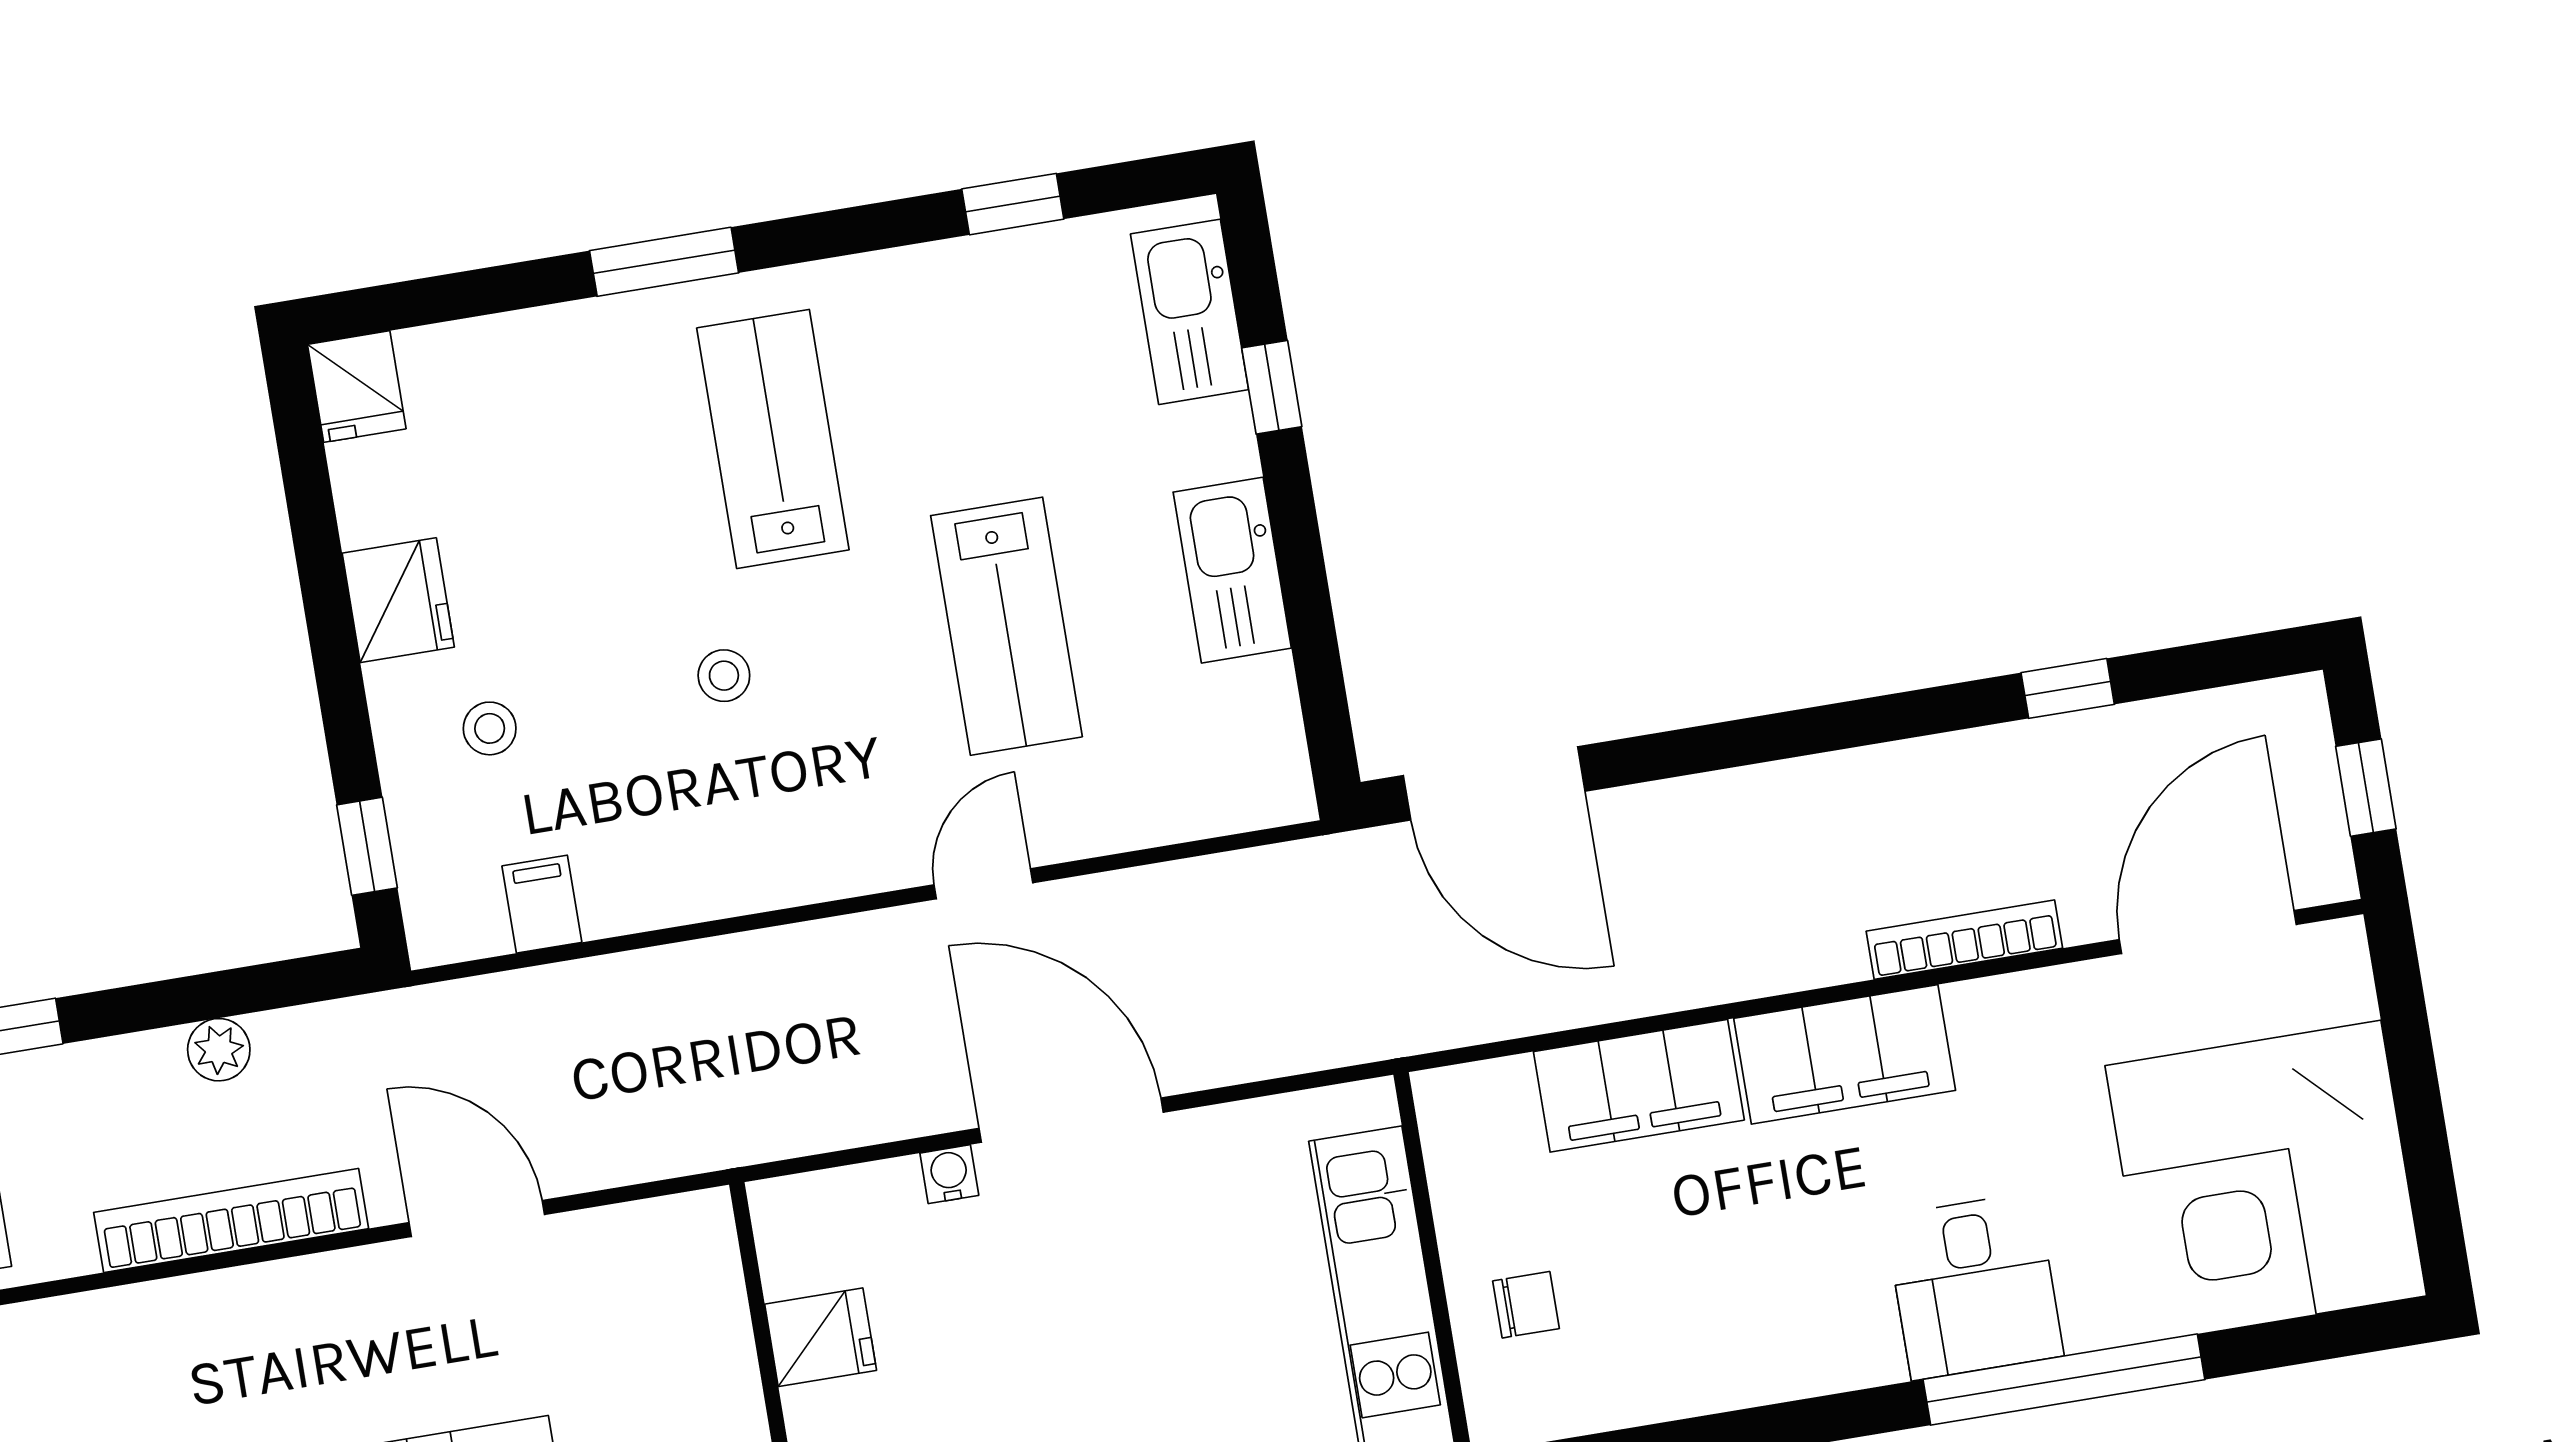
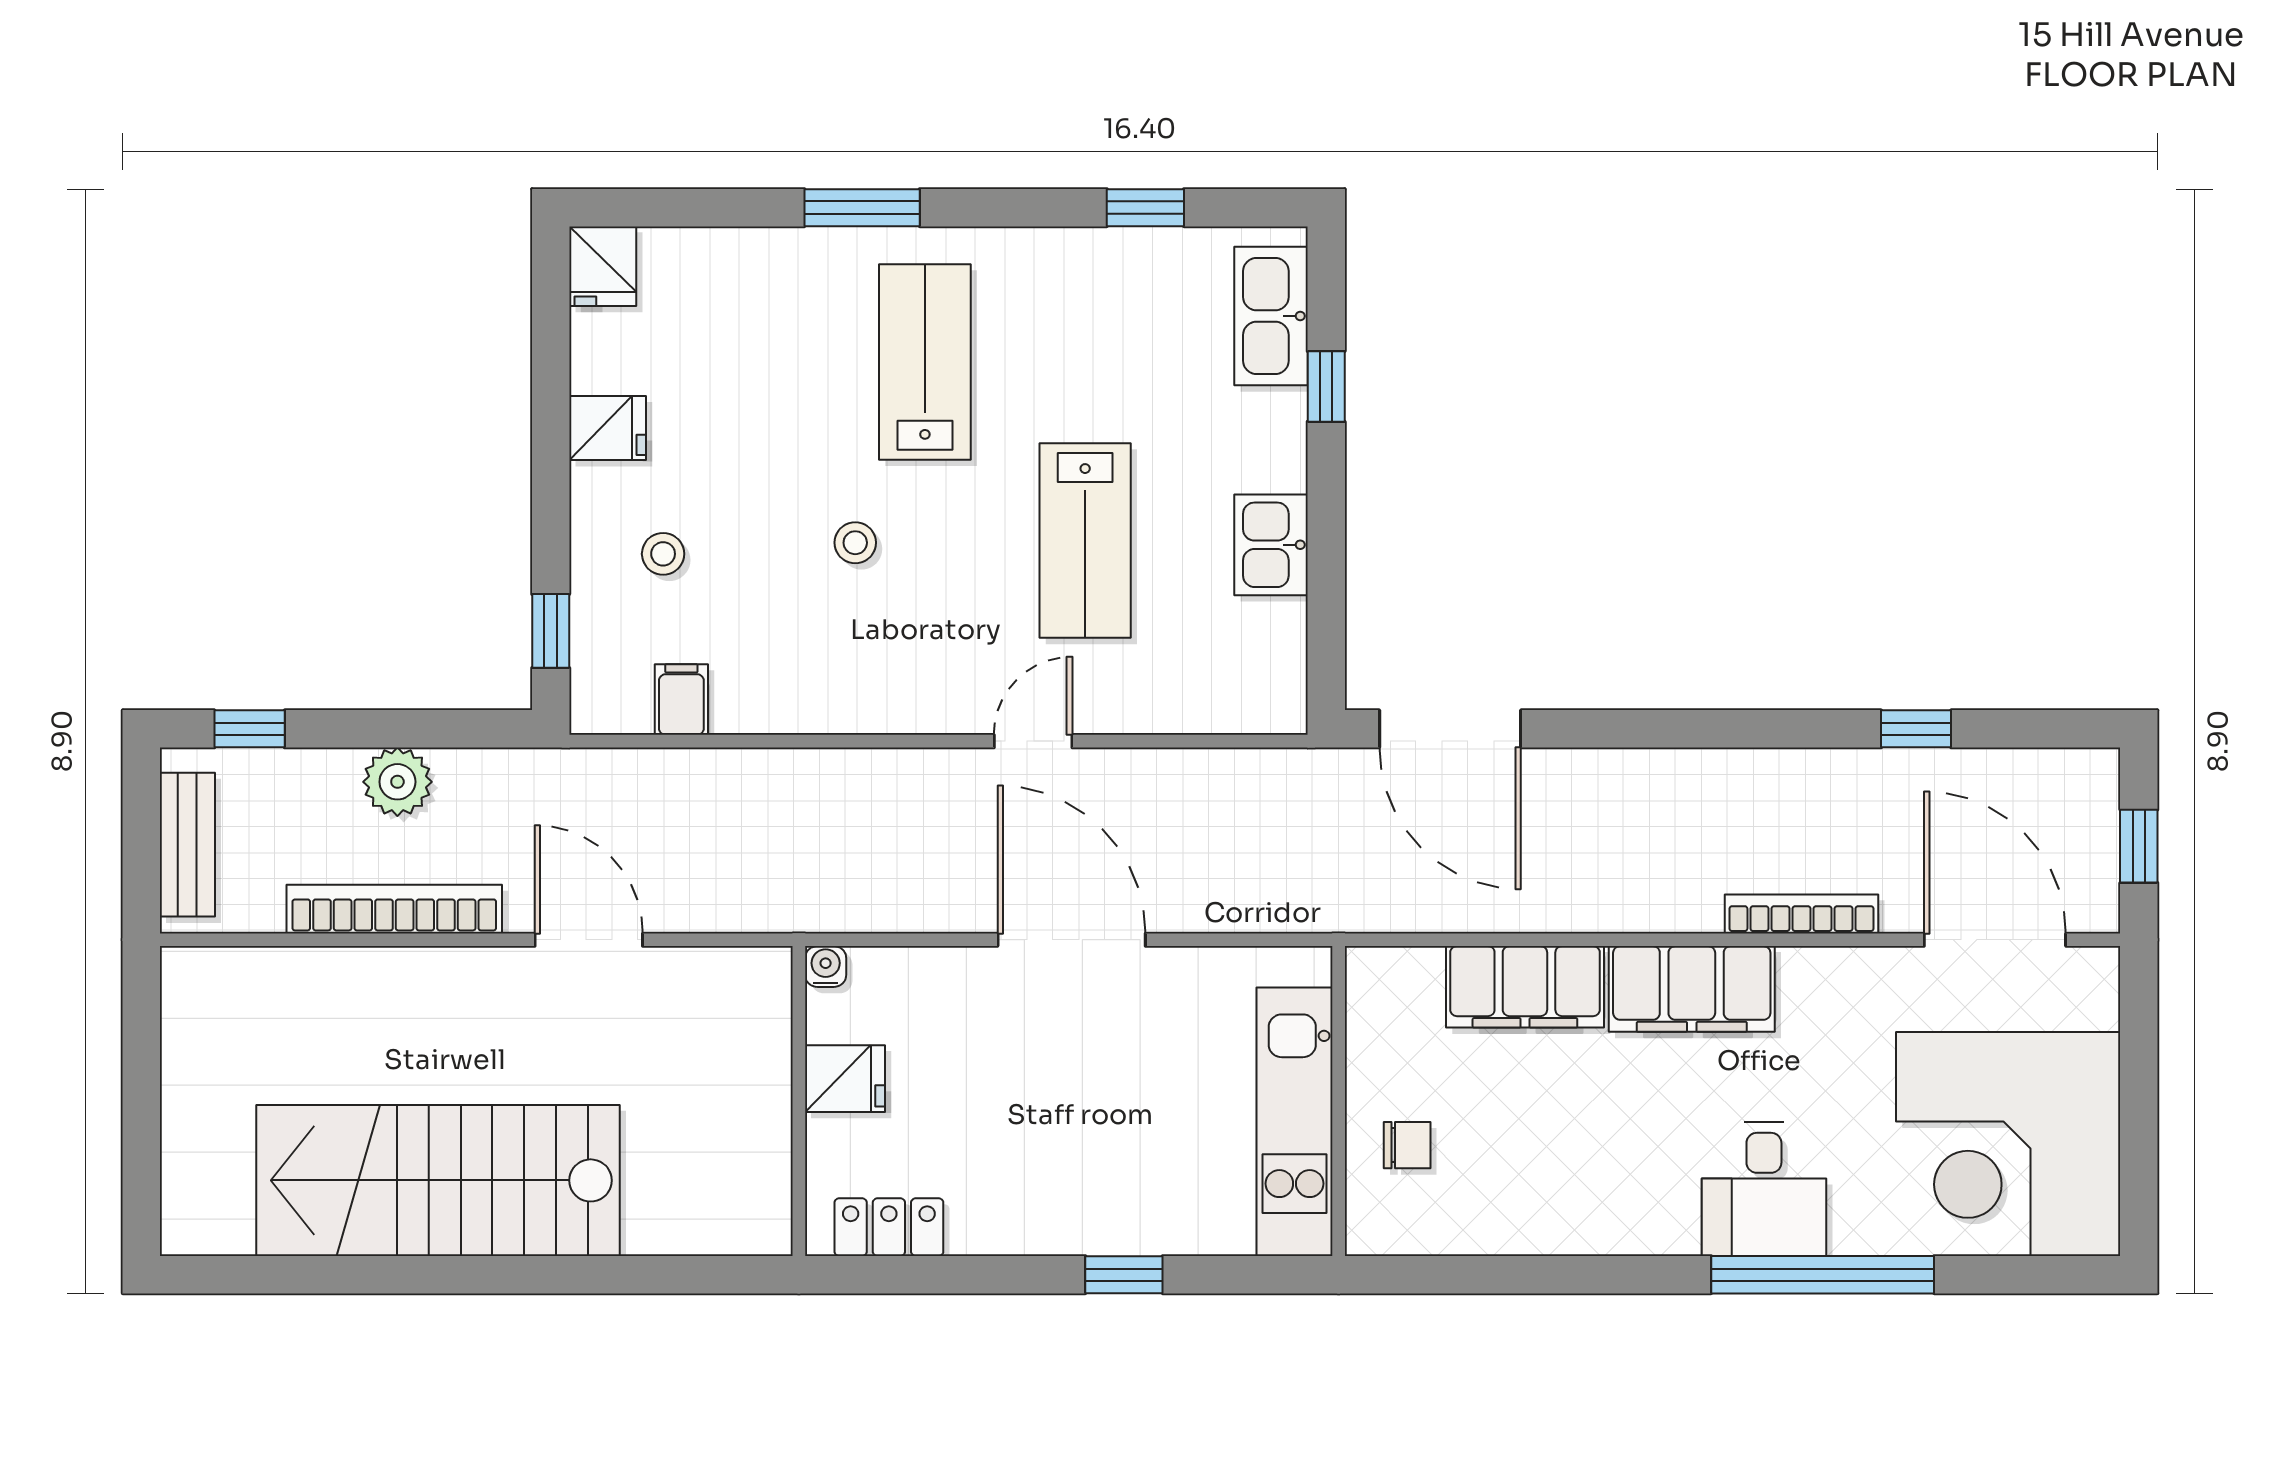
kitchen sink: (1232, 570) -> (1271, 545), width x0.73
fridge: (398, 600) -> (608, 428), width x0.72
door: (2208, 932) -> (1995, 940), hinge flipped
plant: (219, 1050) -> (397, 782), width x1.38, depth x1.38
water cooler: (949, 1174) -> (826, 966), moved

